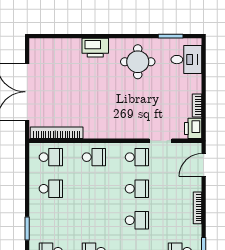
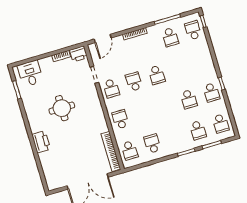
round table: (138, 62) -> (62, 108), moved
school desk: (51, 157) -> (130, 150), turned 180
school desk: (137, 157) -> (111, 88), turned 180
door: (204, 165) -> (103, 38), hinge flipped
school desk: (137, 220) -> (157, 75), turned 180

